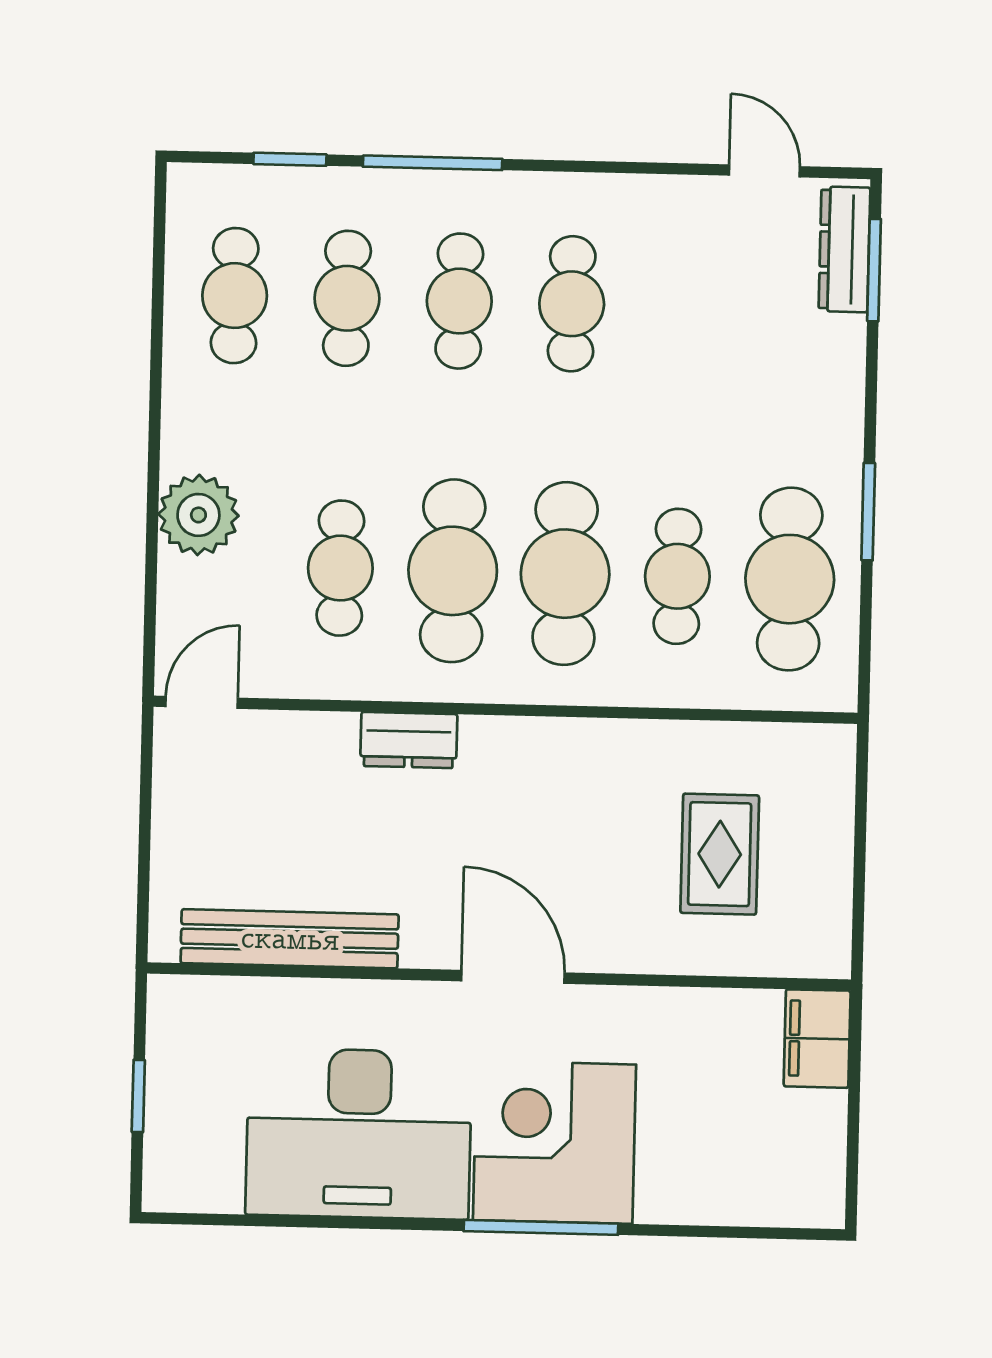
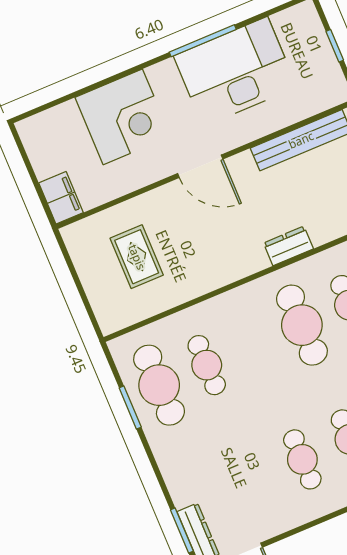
window: (868, 512) -> (130, 407), moved
cafe table: (565, 574) -> (254, 345), removed
corner desk: (555, 1142) -> (123, 117), moved
window: (541, 1227) -> (203, 41), moved

